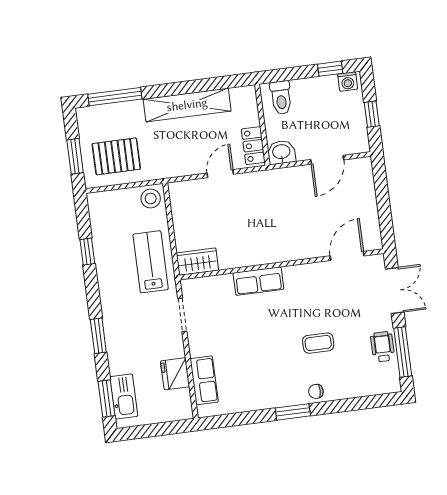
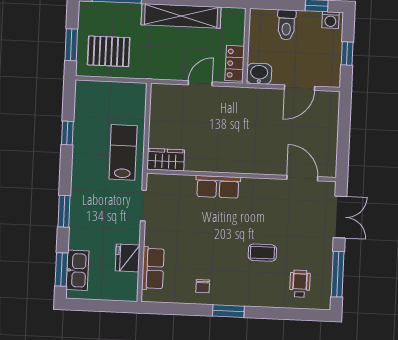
toilet: (281, 98) -> (286, 25), moved
stool: (151, 198) -> (133, 95), removed
door: (347, 256) -> (302, 178), hinge flipped
wheelchair: (383, 347) -> (300, 284), moved
chair: (316, 391) -> (203, 286), moved, turned -90

